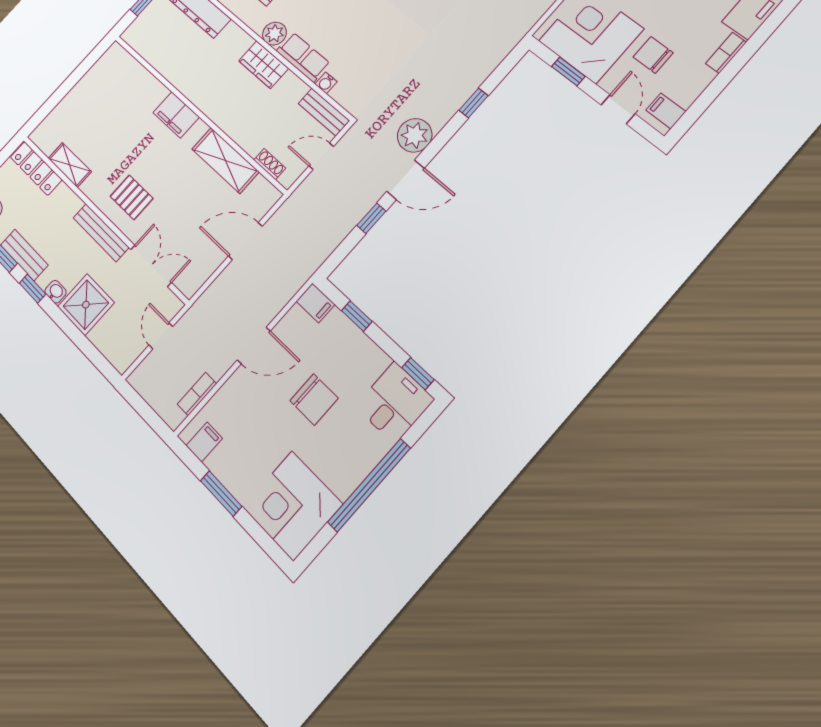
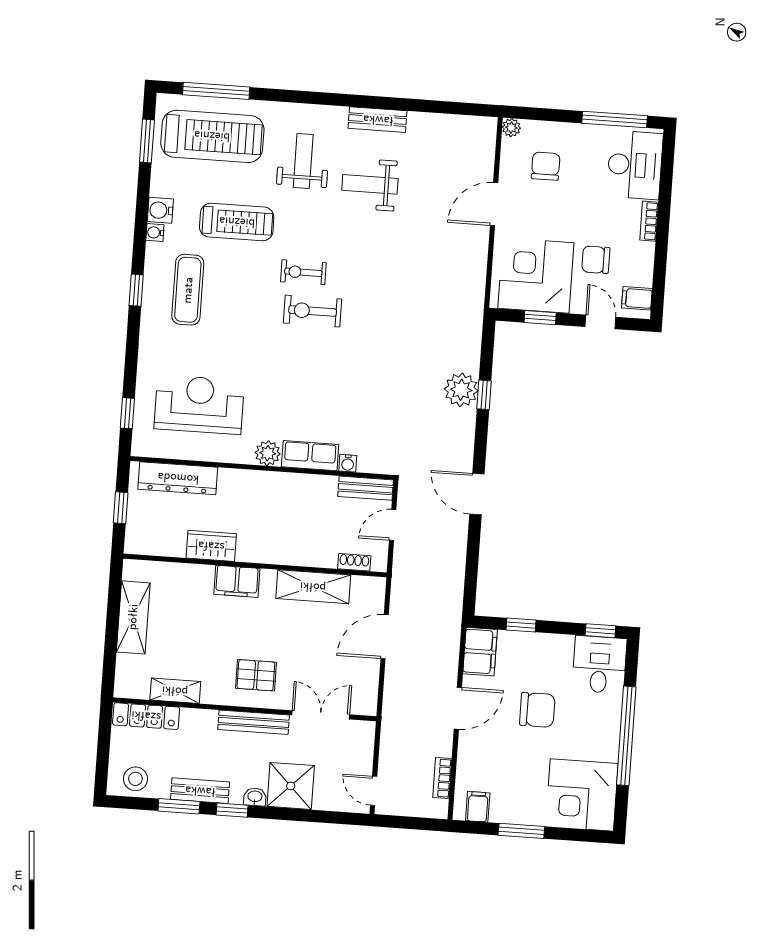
wardrobe: (263, 65) -> (211, 546), moved, turned 180
shelving: (87, 88) -> (133, 617), added
plant: (415, 135) -> (461, 390), moved
door: (405, 180) -> (477, 494), swing flipped
window: (371, 218) -> (473, 544), removed
filing cabinet: (316, 303) -> (480, 652), width x2.00
door: (161, 336) -> (374, 791), moved

